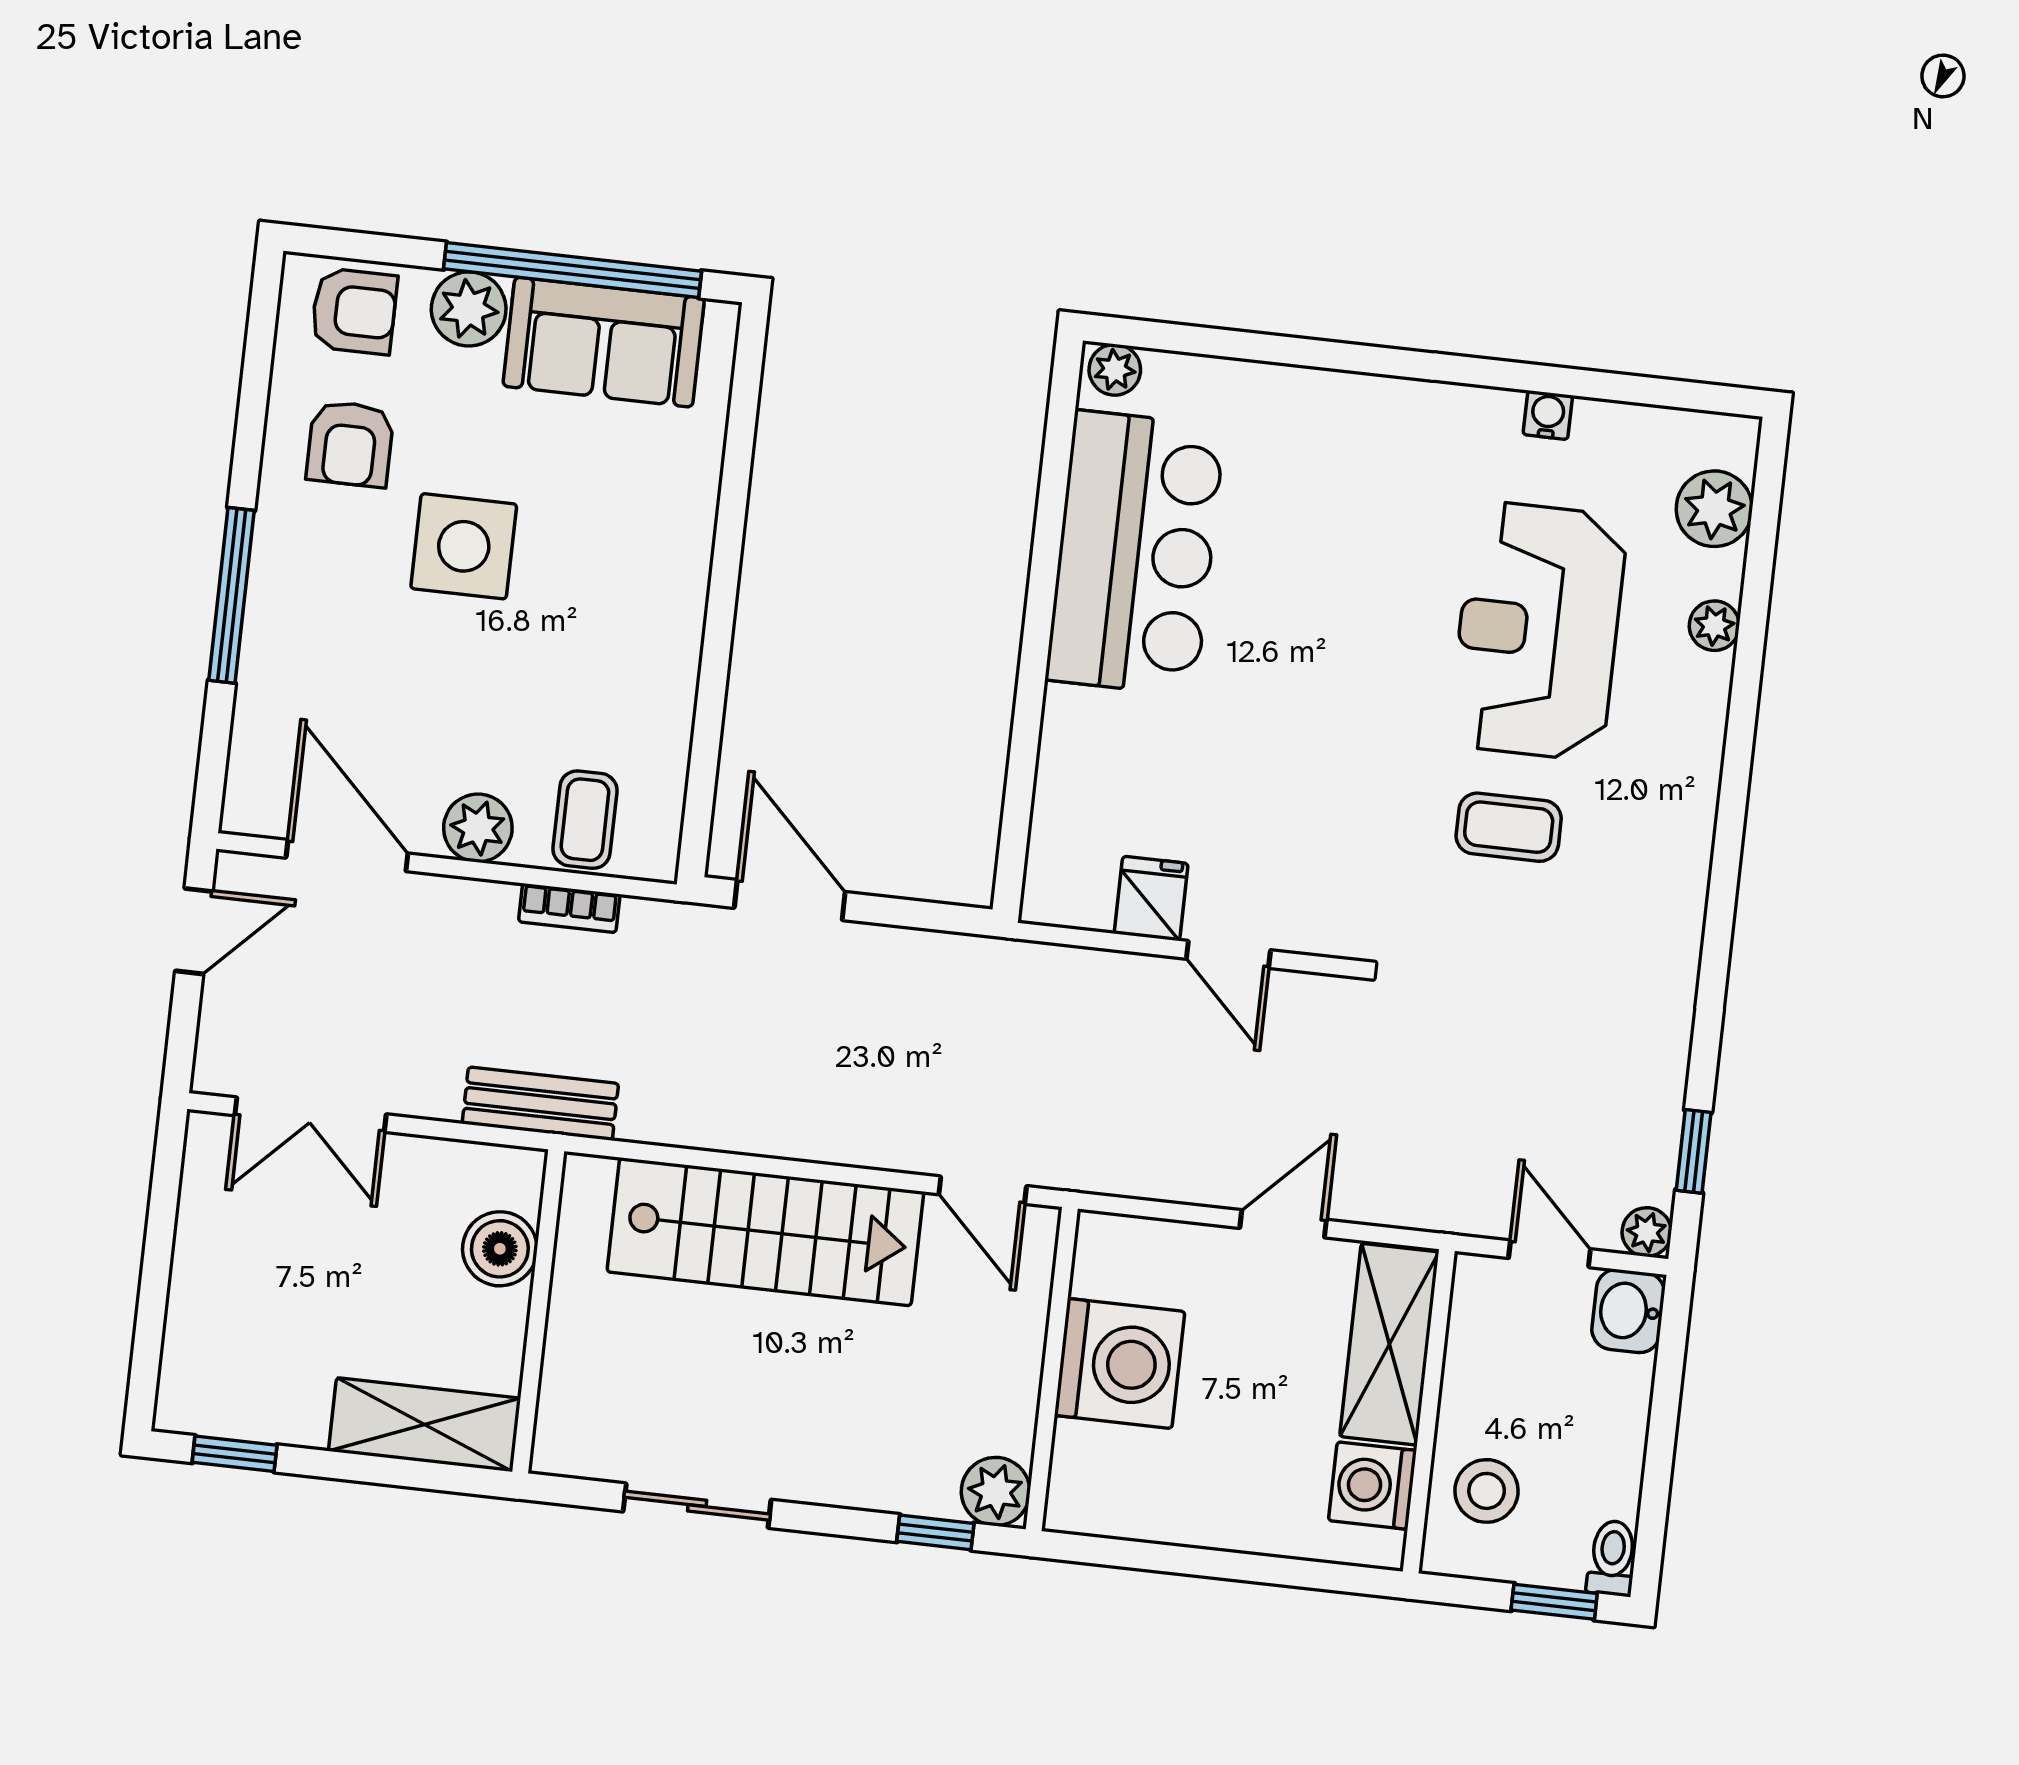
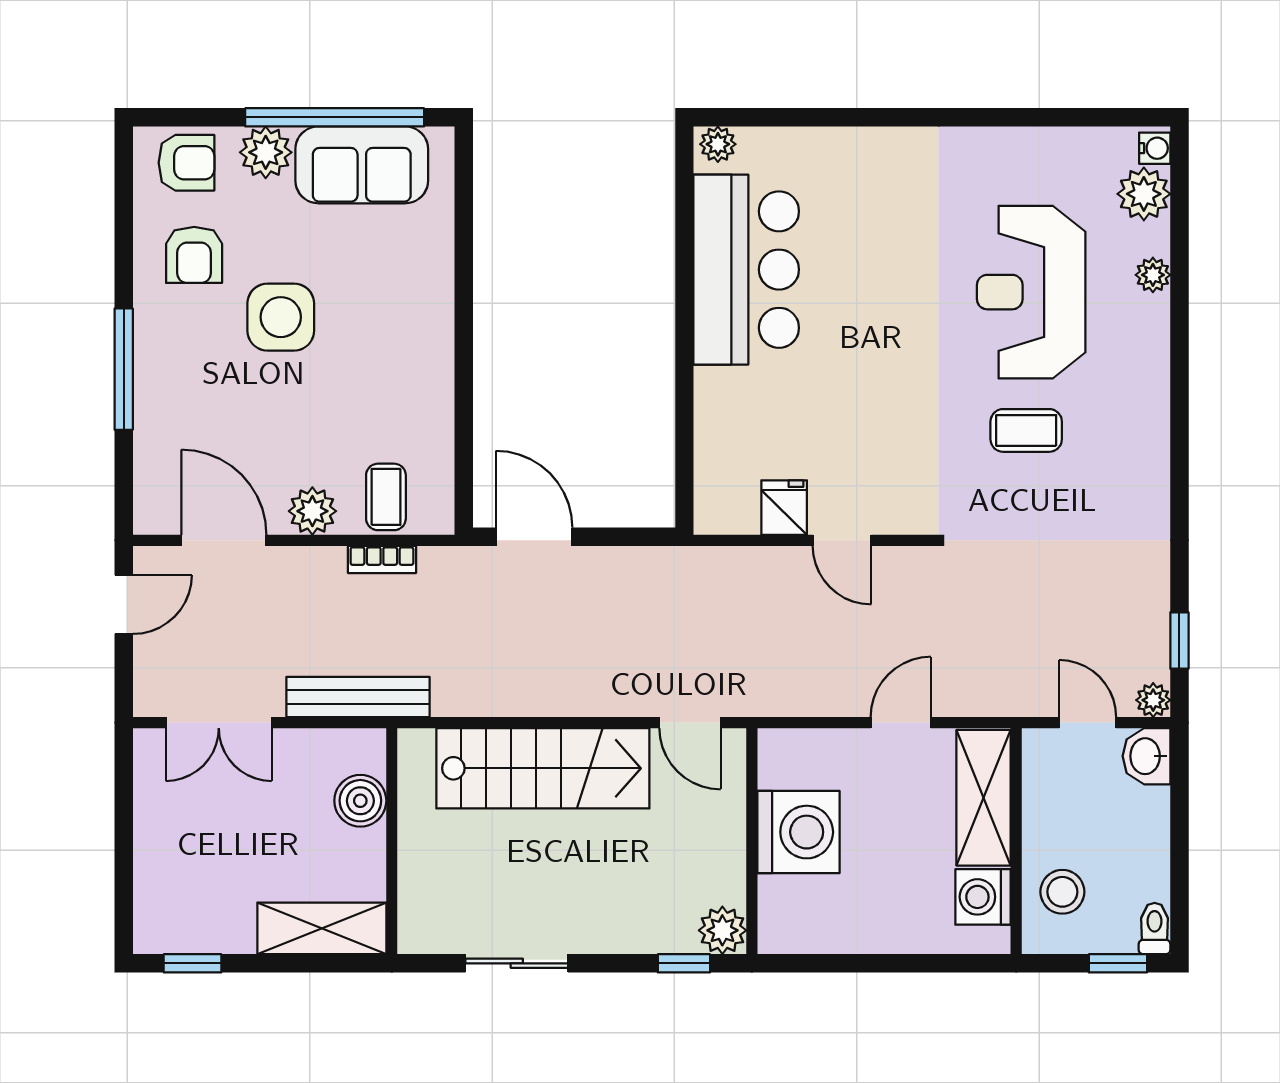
water cooler: (1548, 415) -> (1155, 148), moved, turned 90
bench: (540, 1104) -> (358, 697), width x1.36

